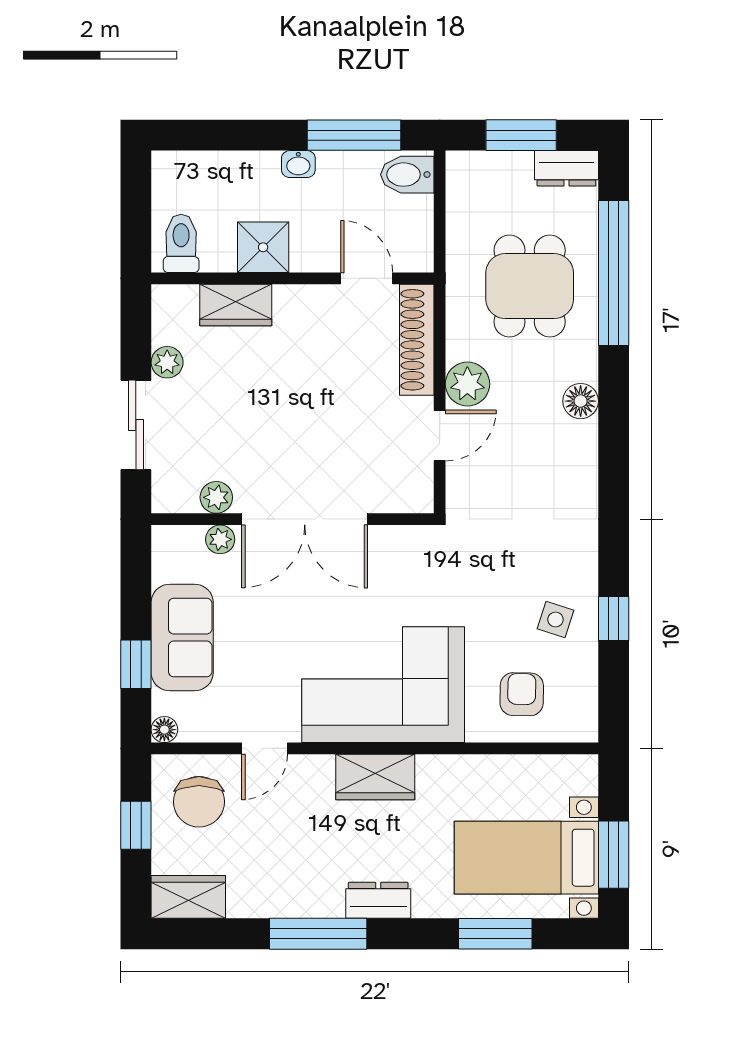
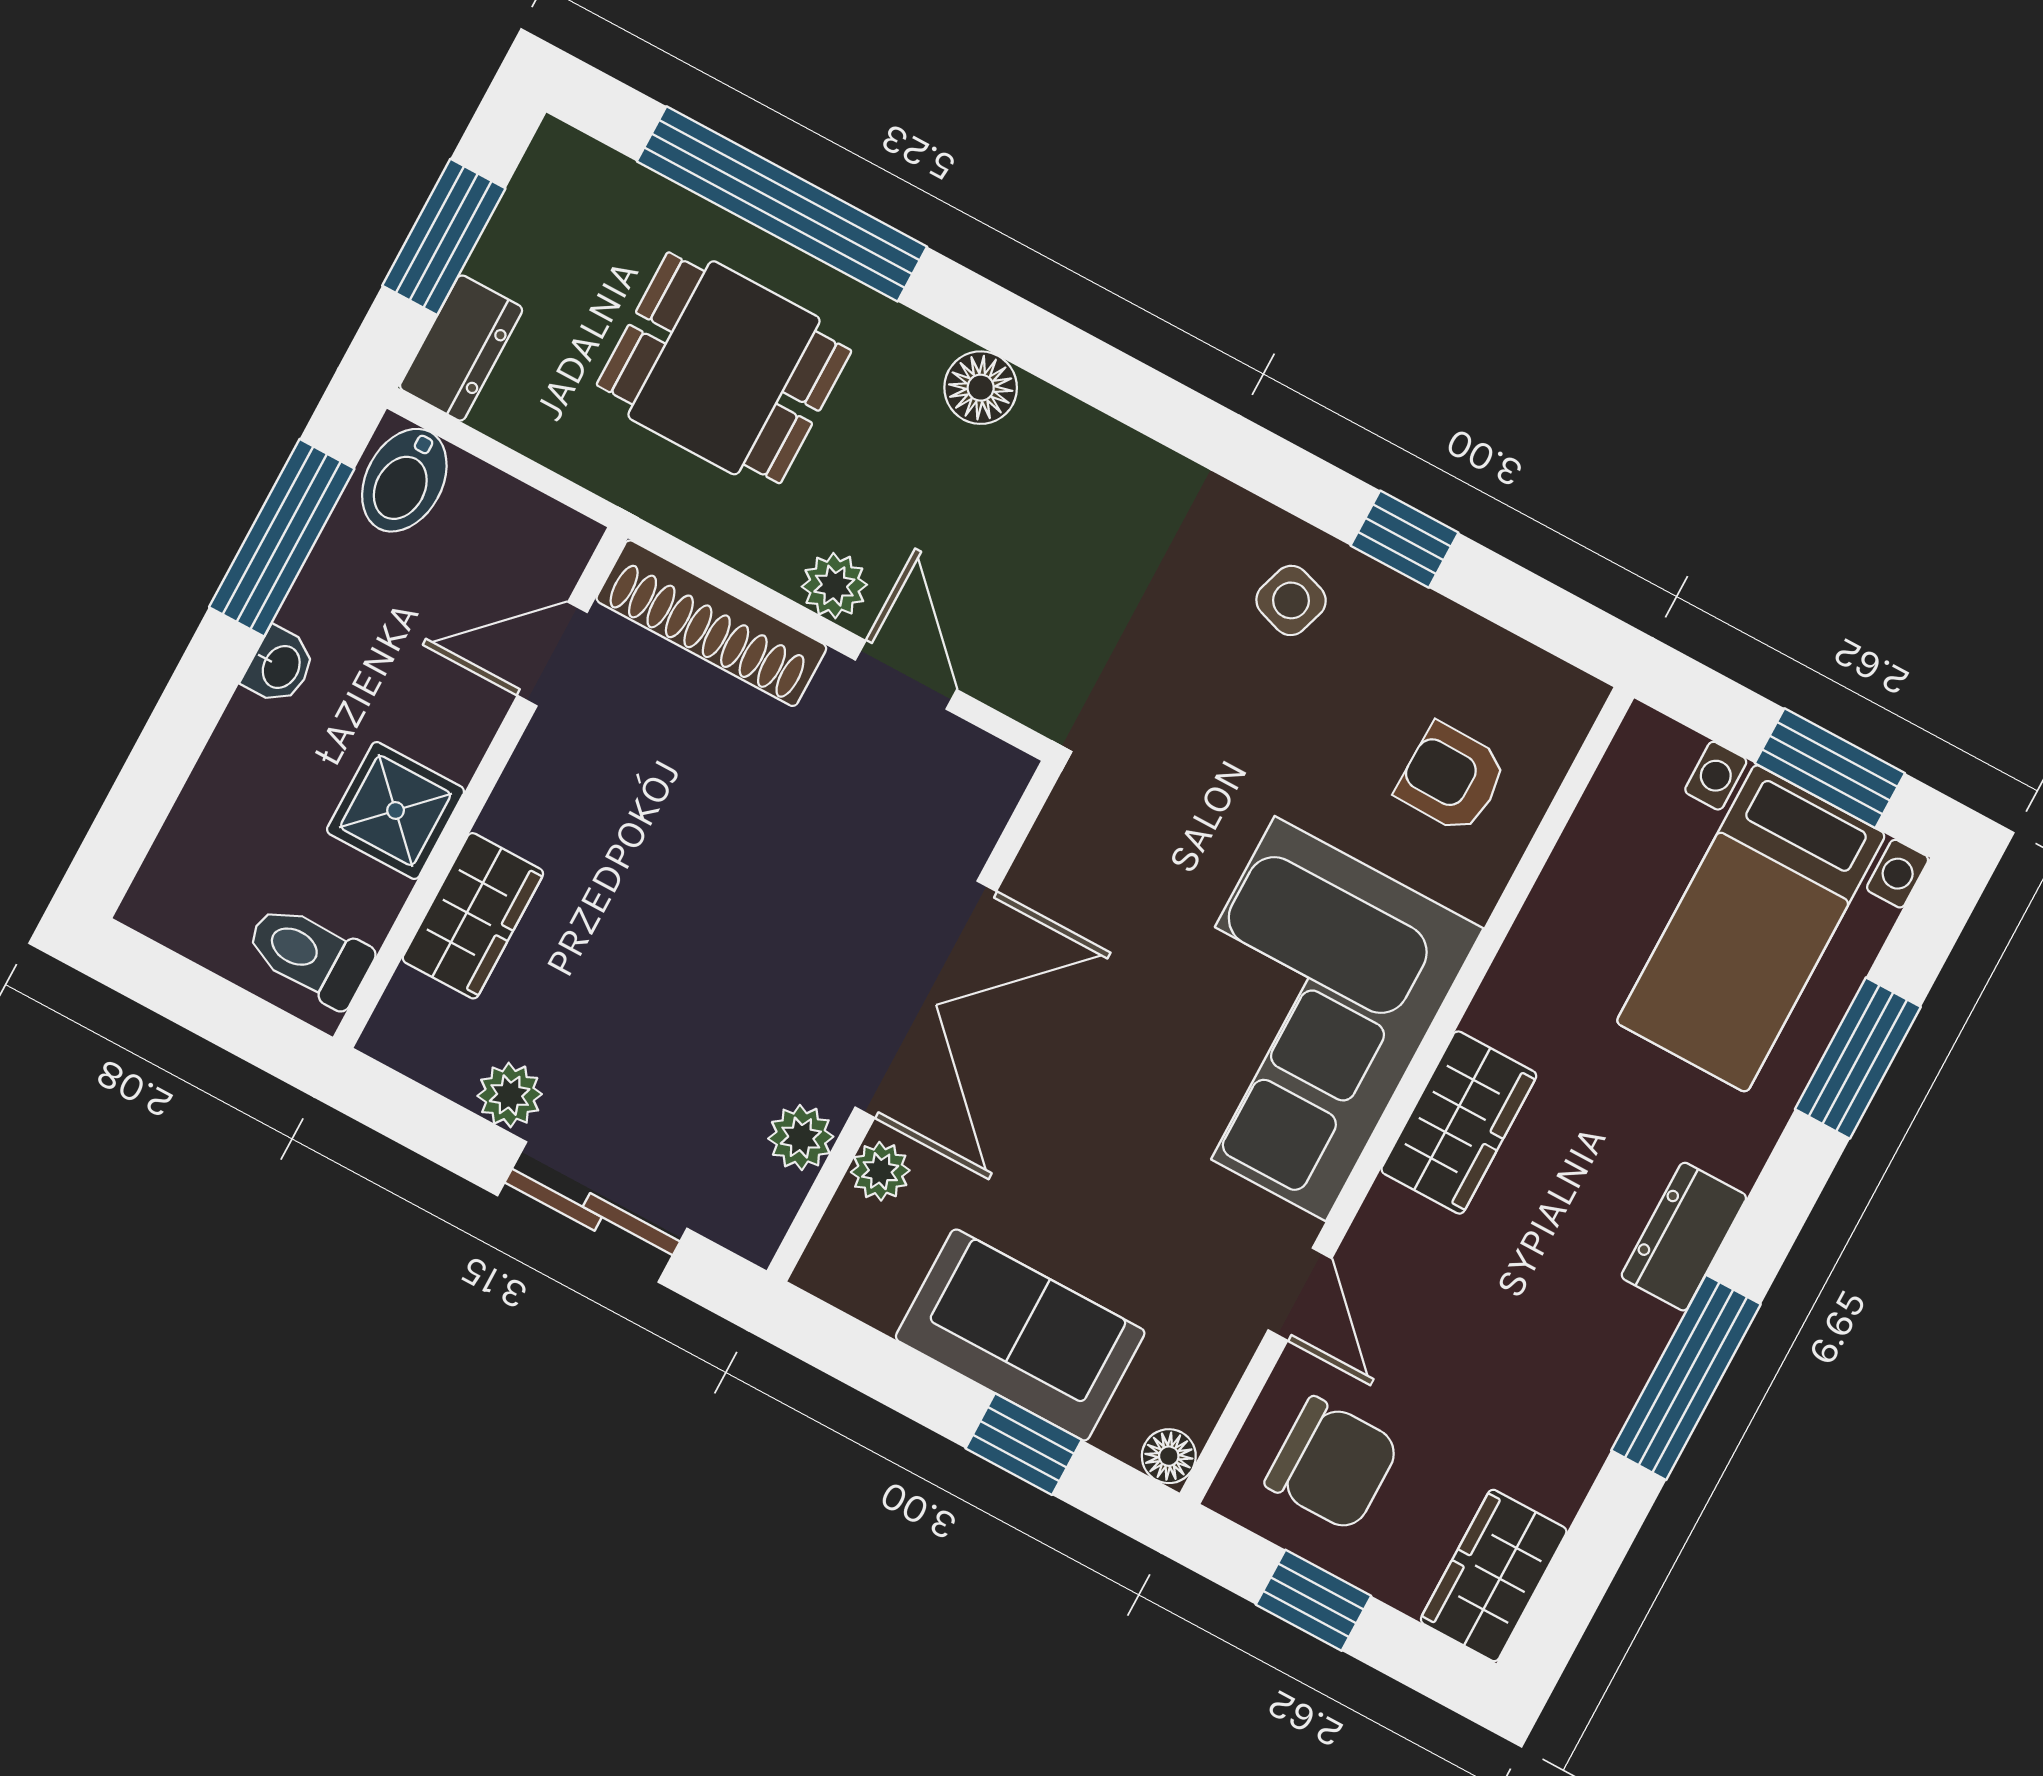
dresser: (566, 168) -> (461, 348), moved
plant: (467, 384) -> (834, 586), width x0.73, depth x0.73
side table: (555, 620) -> (1291, 600), moved

